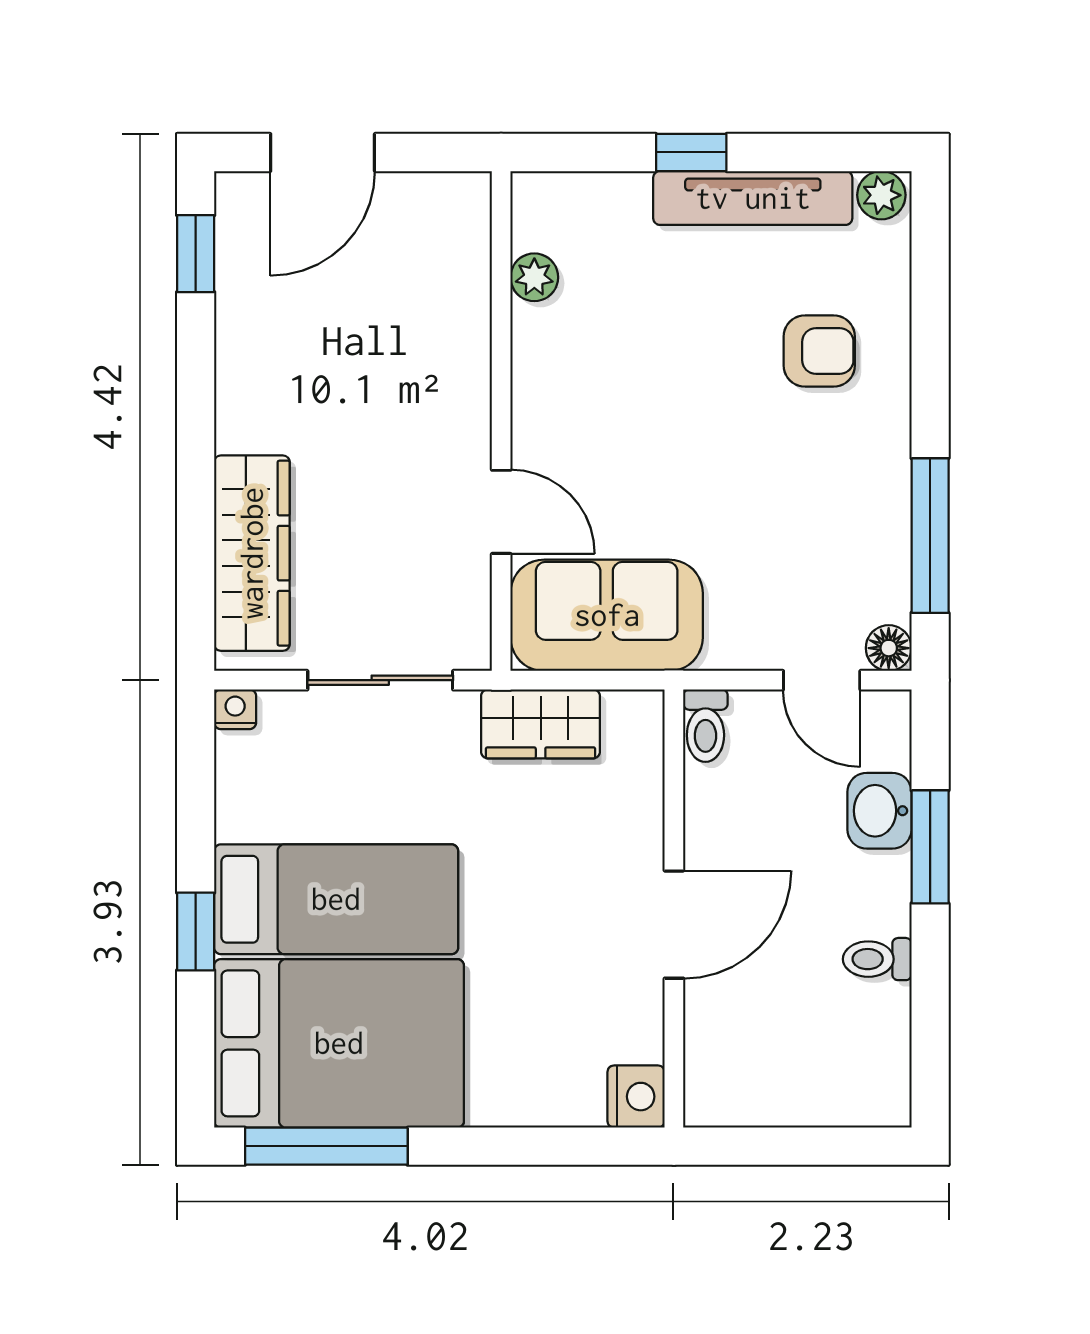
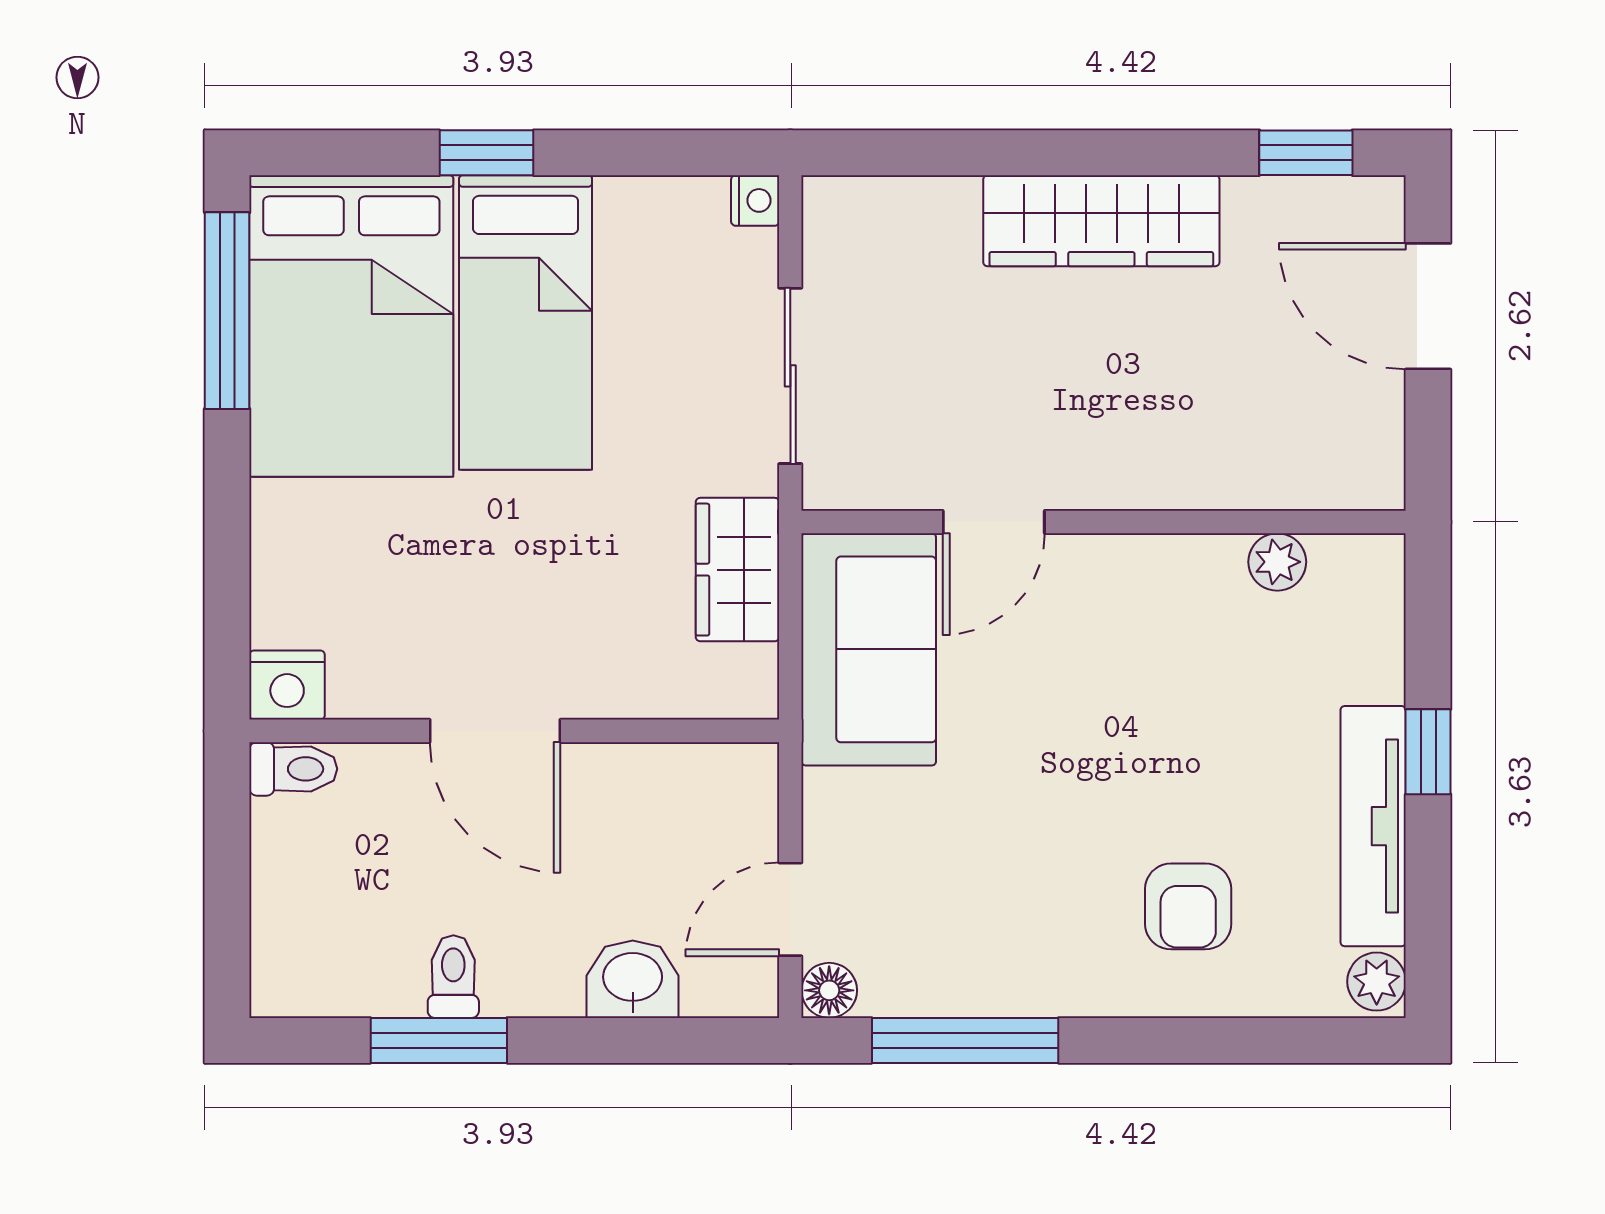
wardrobe: (252, 553) -> (1101, 221), moved
toilet: (705, 726) -> (293, 769), moved, turned 180
window: (930, 847) -> (439, 1040), moved

